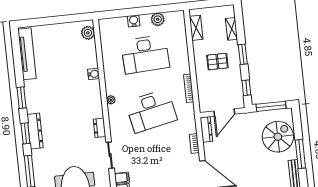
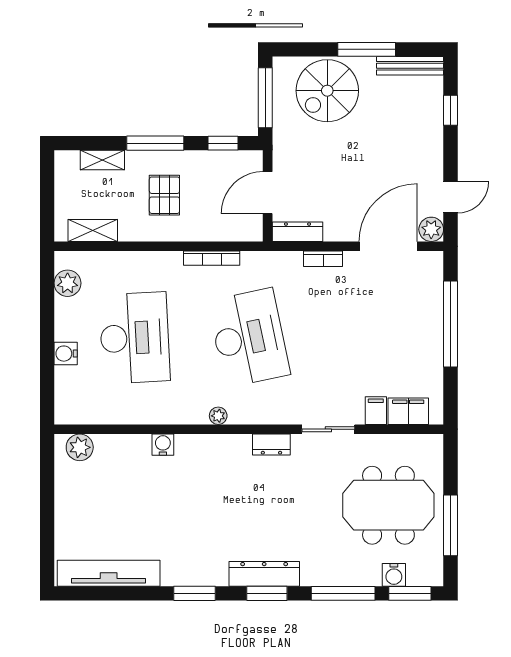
plant: (158, 19) -> (68, 283), moved
window: (243, 54) -> (155, 143), width x1.44
door: (224, 113) -> (268, 193), swing flipped
spiral stairs: (278, 137) -> (327, 91), turned -90

